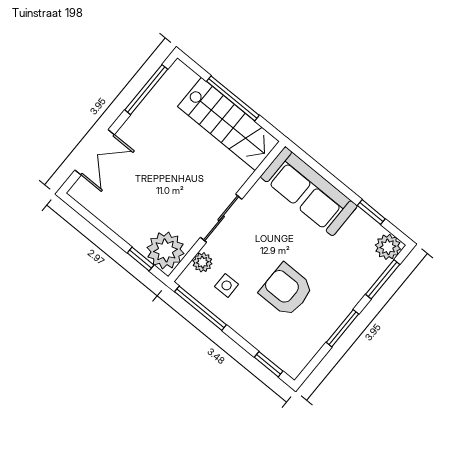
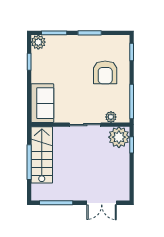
double door: (95, 152) -> (102, 203), swing flipped
sofa: (309, 191) -> (42, 103), width x0.73
side table: (227, 285) -> (112, 98), removed
armchair: (286, 290) -> (105, 72), moved

